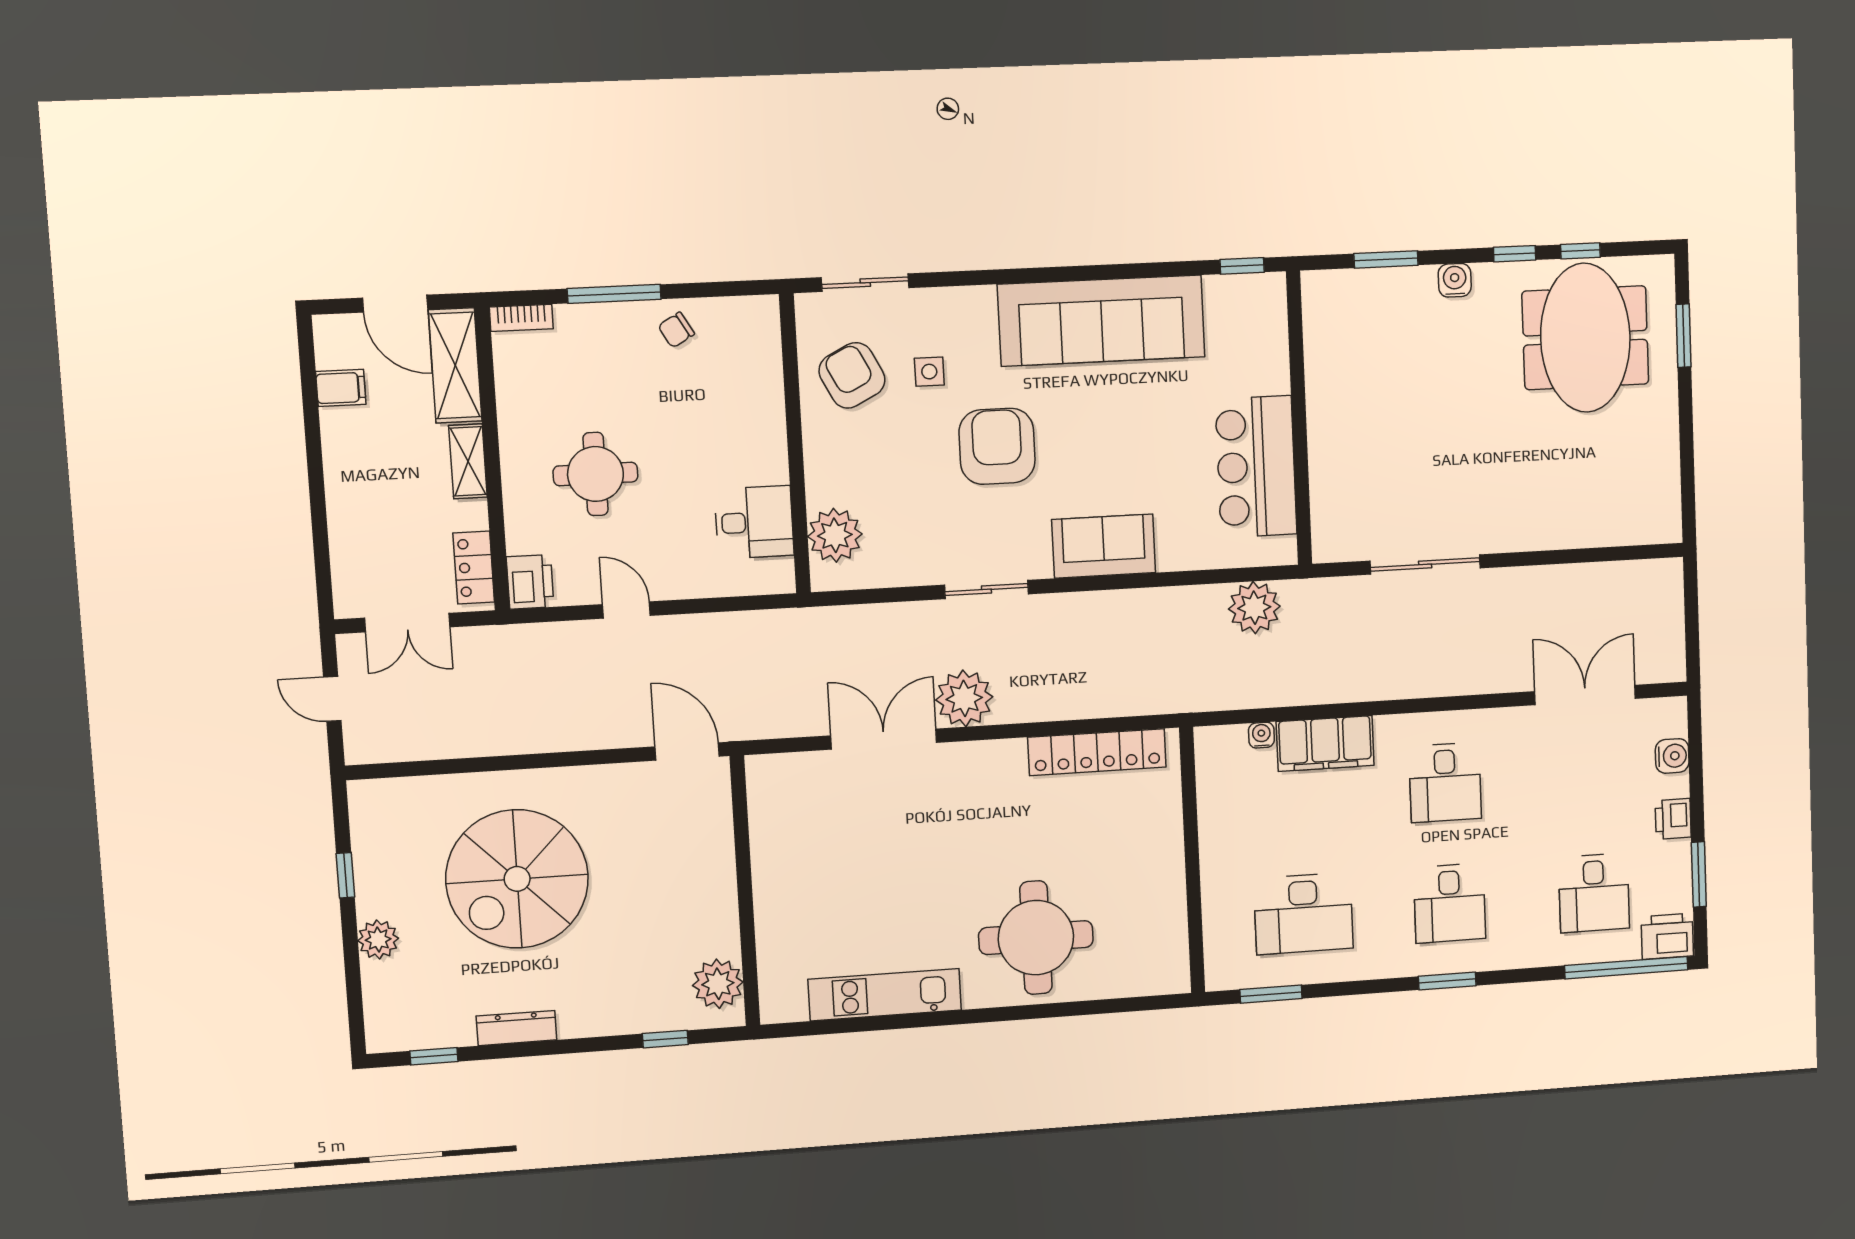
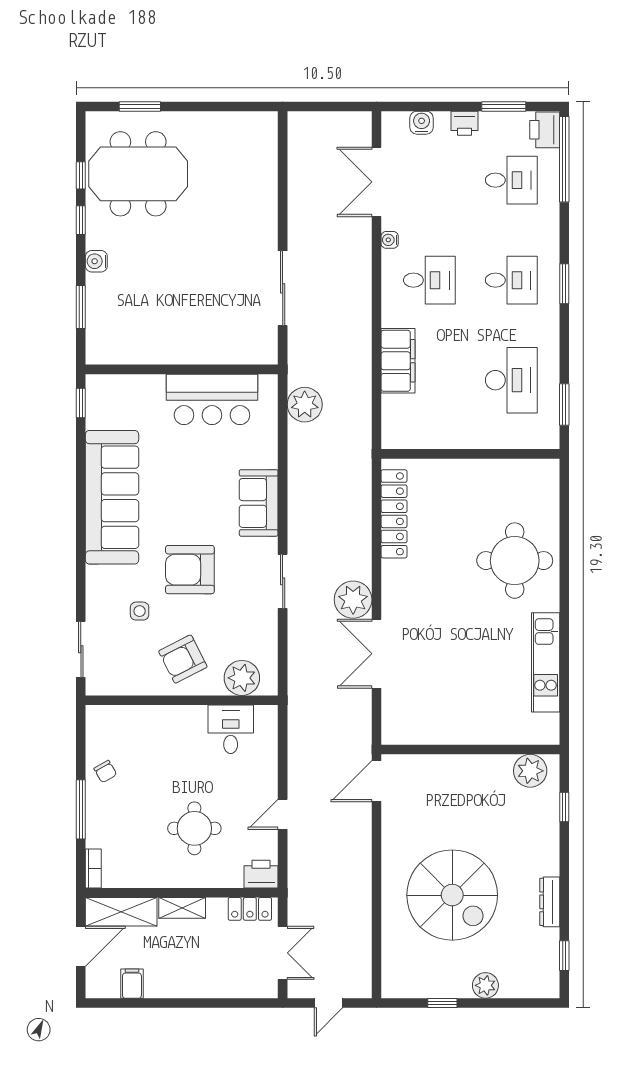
armchair: (852, 375) -> (183, 659), moved
water cooler: (1261, 735) -> (390, 240), moved

